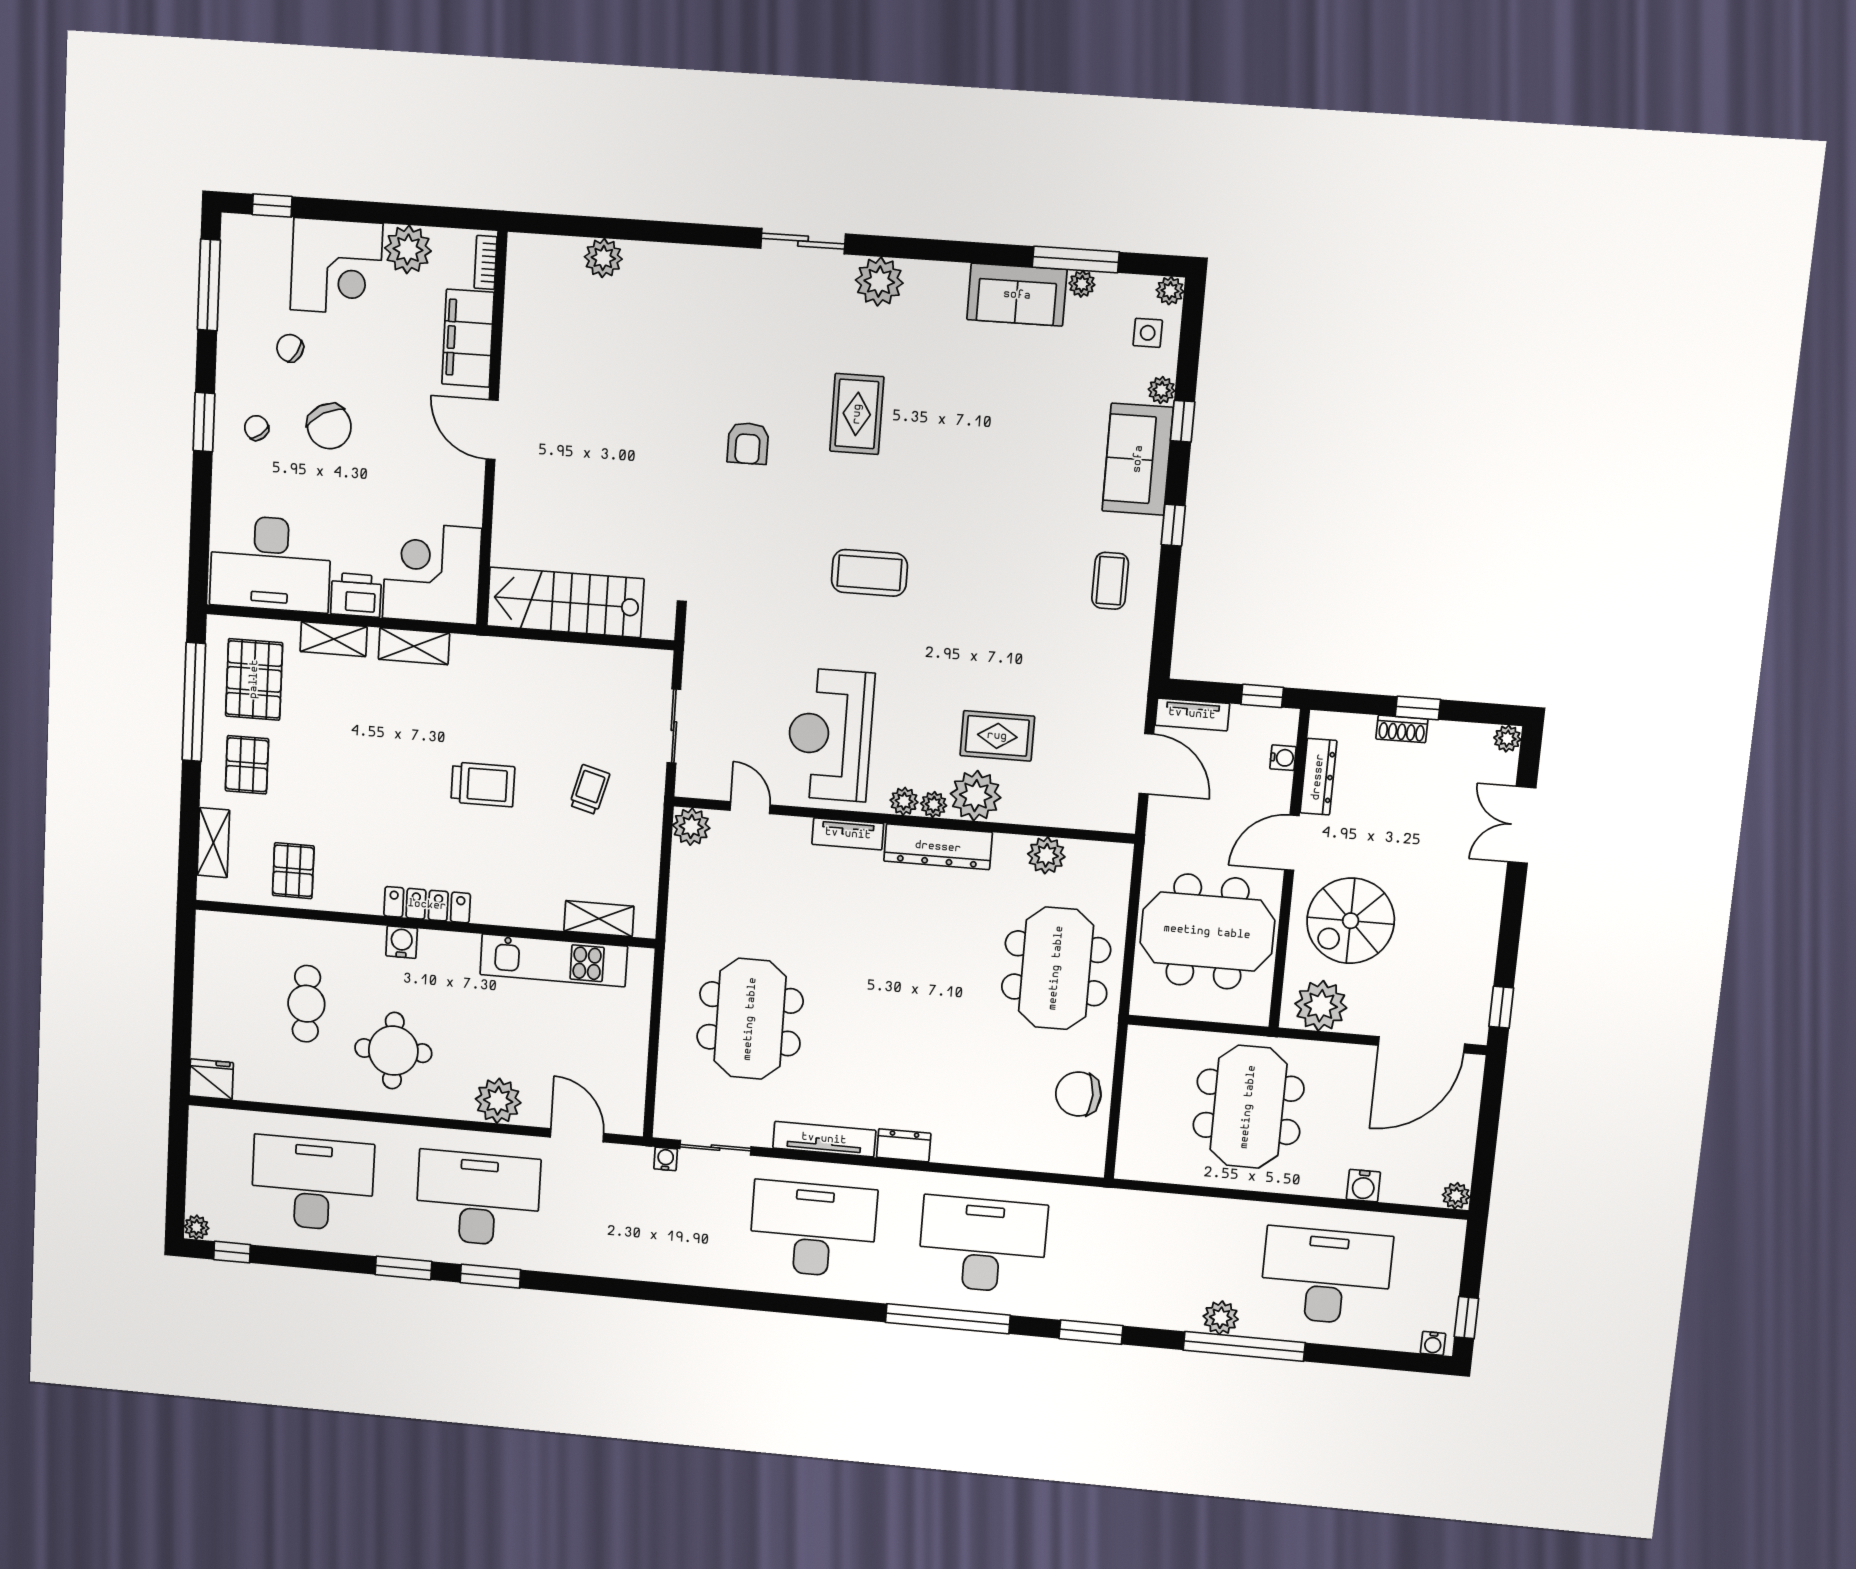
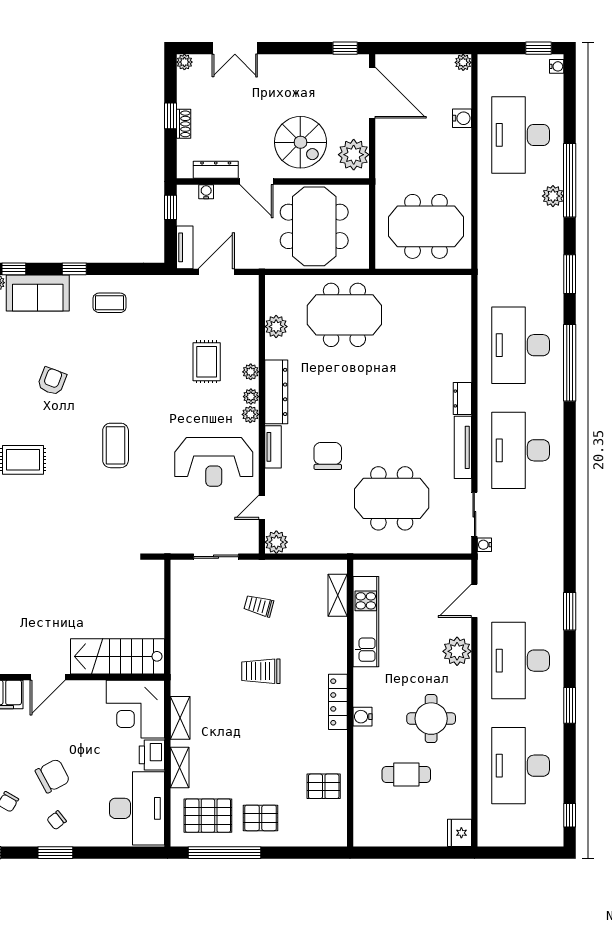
armchair: (748, 443) -> (52, 381), moved, turned -69
stairs: (565, 602) -> (118, 656), moved, turned 90
trolley: (483, 784) -> (261, 671), turned -90
plant: (976, 796) -> (251, 372), width x0.53, depth x0.53
shelving: (213, 843) -> (310, 837), removed
chair: (1078, 1094) -> (328, 456), moved, turned 180
meeting table: (1248, 1107) -> (426, 226), moved
plant: (197, 1227) -> (556, 839), removed
window: (490, 1276) -> (570, 611), moved

